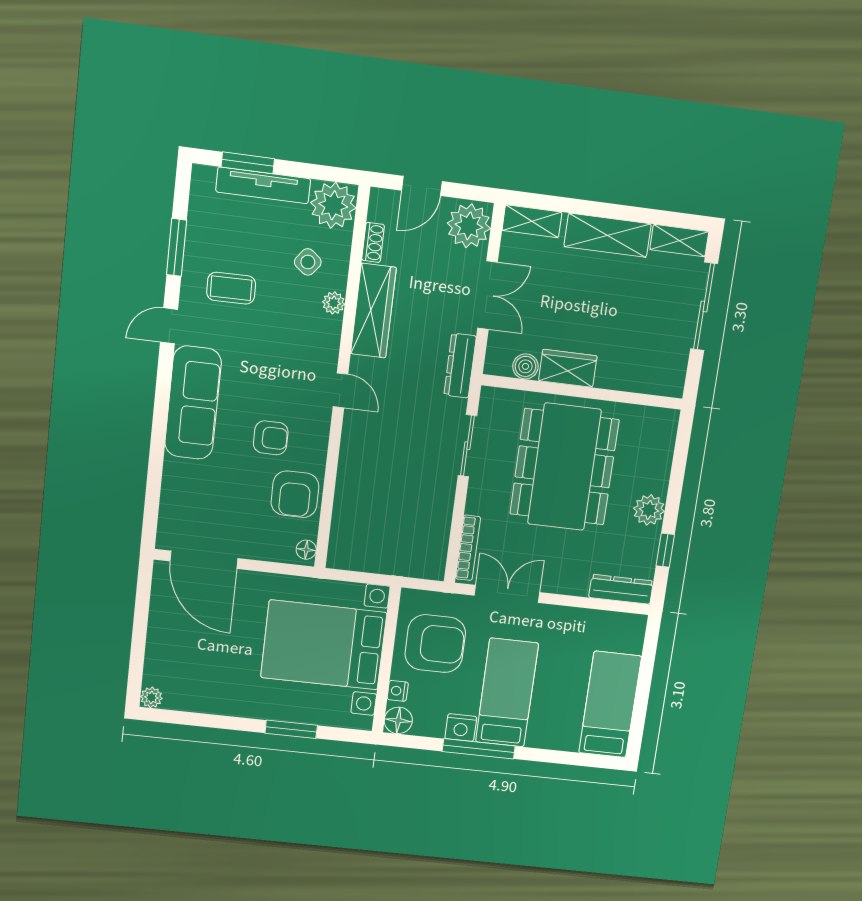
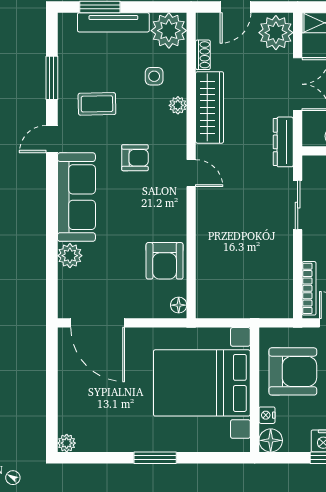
side table: (308, 262) -> (154, 76), turned -38
armchair: (271, 438) -> (135, 158), moved
plant: (178, 474) -> (70, 256), added
window: (291, 729) -> (155, 458), moved

